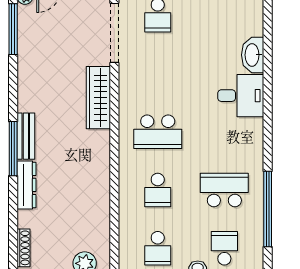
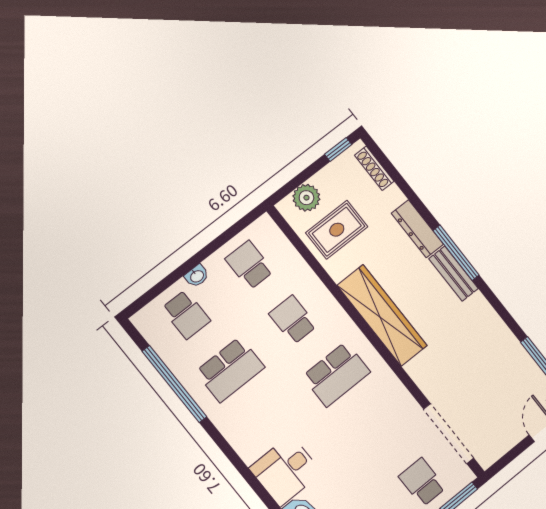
wardrobe: (98, 98) -> (382, 315), moved, width x1.40, depth x1.17
school desk: (158, 132) -> (336, 374), turned 180
rug: (81, 227) -> (337, 230), added

